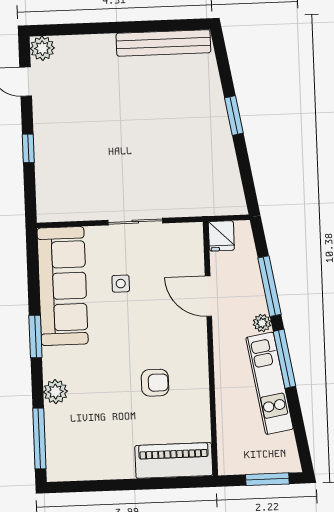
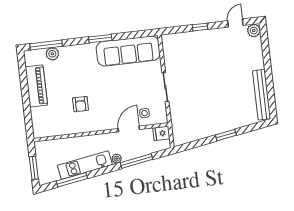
side table: (121, 284) -> (144, 113), moved
window: (285, 359) -> (72, 180), moved
plant: (55, 392) -> (52, 54), moved
piano: (174, 460) -> (36, 86), moved

